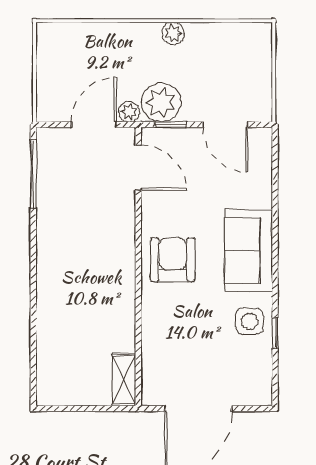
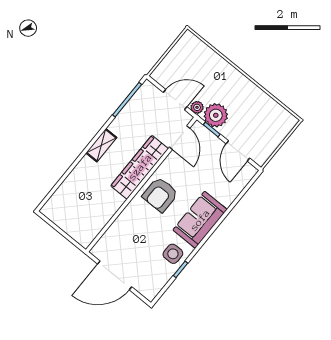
plant: (173, 33) -> (248, 87), removed
wardrobe: (118, 246) -> (140, 167), added
armchair: (173, 260) -> (160, 195), turned 180
shelving: (124, 380) -> (101, 145), moved

